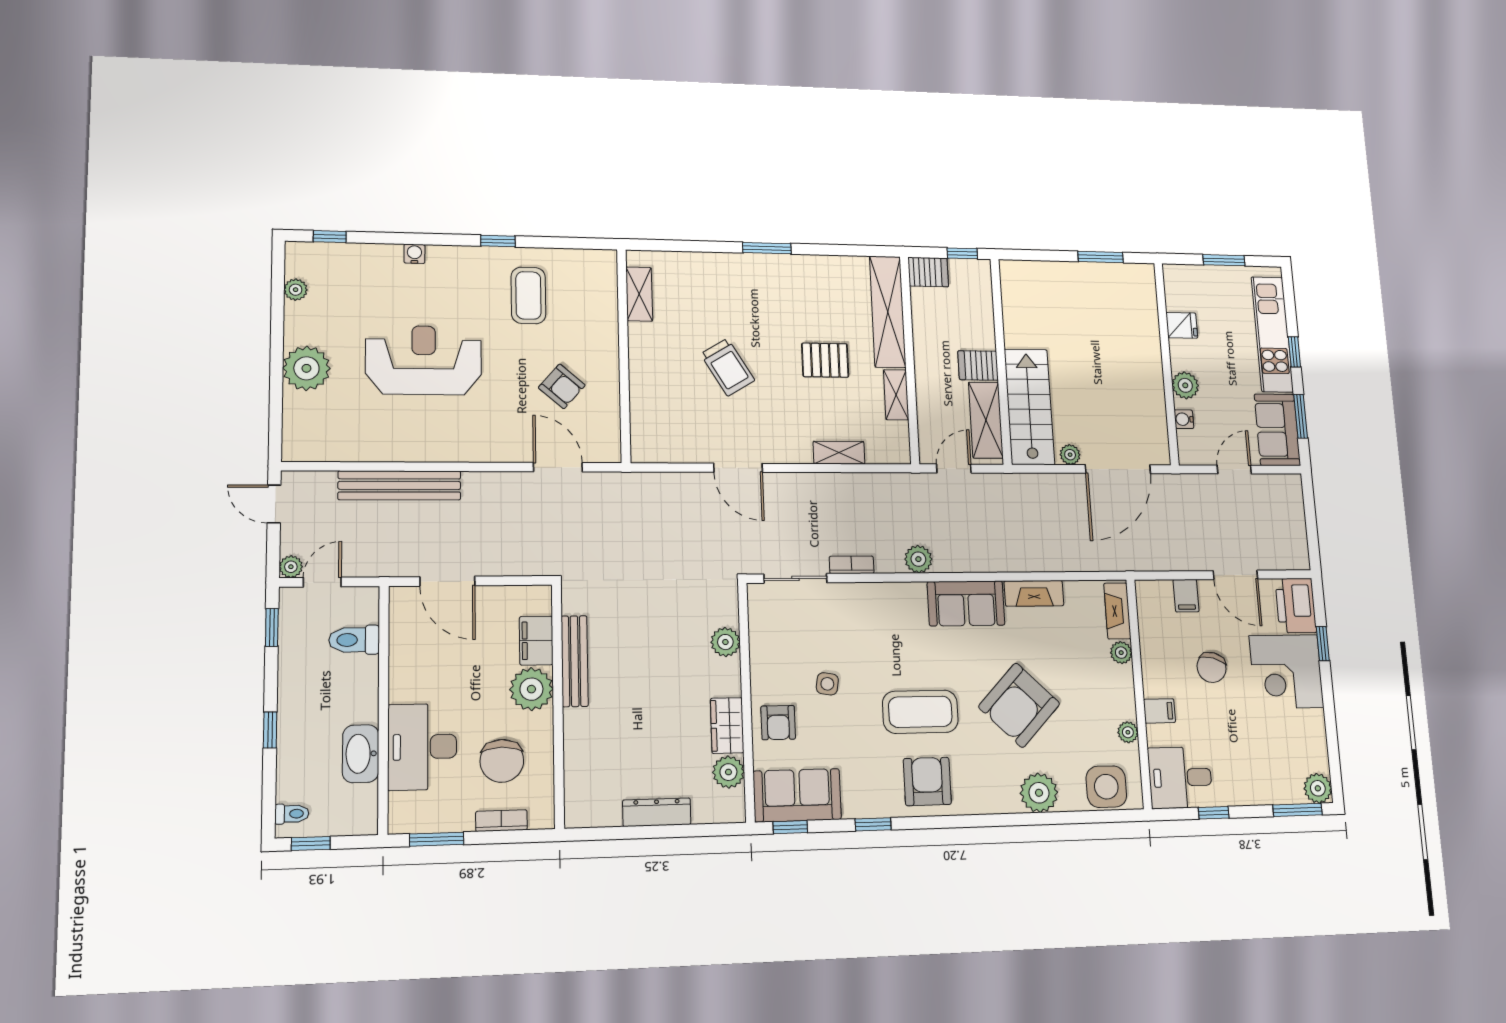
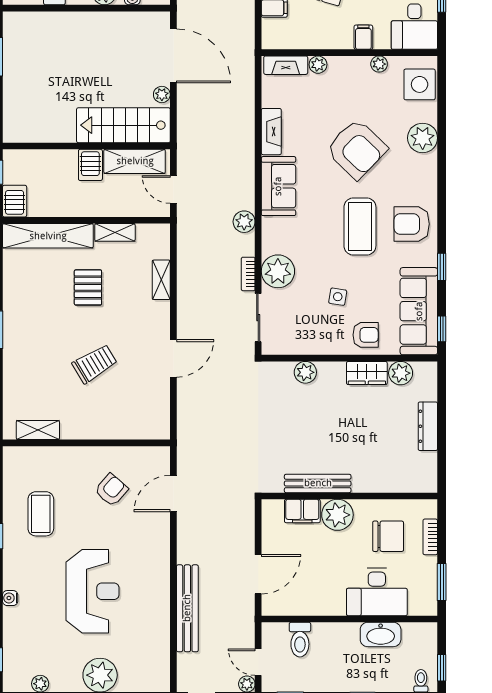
coffee table: (528, 295) -> (41, 514), turned 90
reception desk: (424, 360) -> (93, 591), turned 180
plant: (857, 604) -> (278, 271), added
sofa: (797, 795) -> (419, 311), width x1.36

